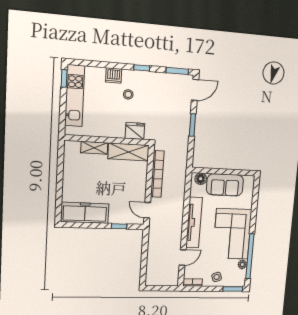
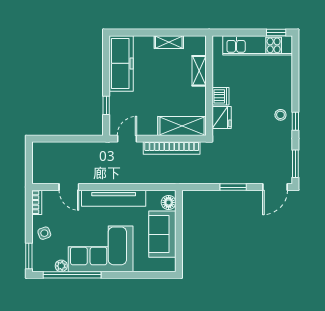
dishwasher: (114, 75) -> (220, 96), moved, turned 180
door: (195, 90) -> (275, 187), hinge flipped
stool: (128, 94) -> (280, 115), moved
shelving: (129, 152) -> (182, 126), moved, turned 90
shelving: (68, 172) -> (169, 42), added

